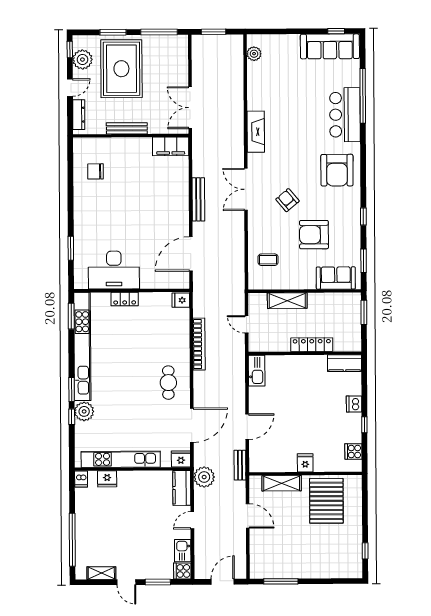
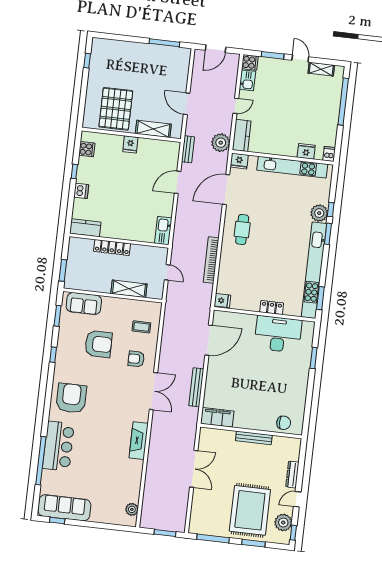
bench: (127, 128) -> (254, 438), moved
wall: (131, 136) -> (251, 431), moved
filing cabinet: (171, 146) -> (217, 417), moved
armchair: (287, 200) -> (136, 359), moved, turned 130

